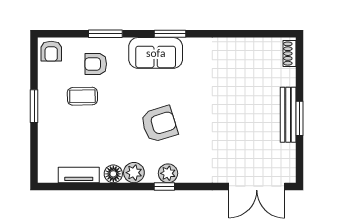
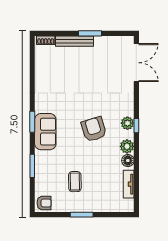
armchair: (96, 64) -> (53, 173), removed
bench: (288, 115) -> (75, 41), moved

